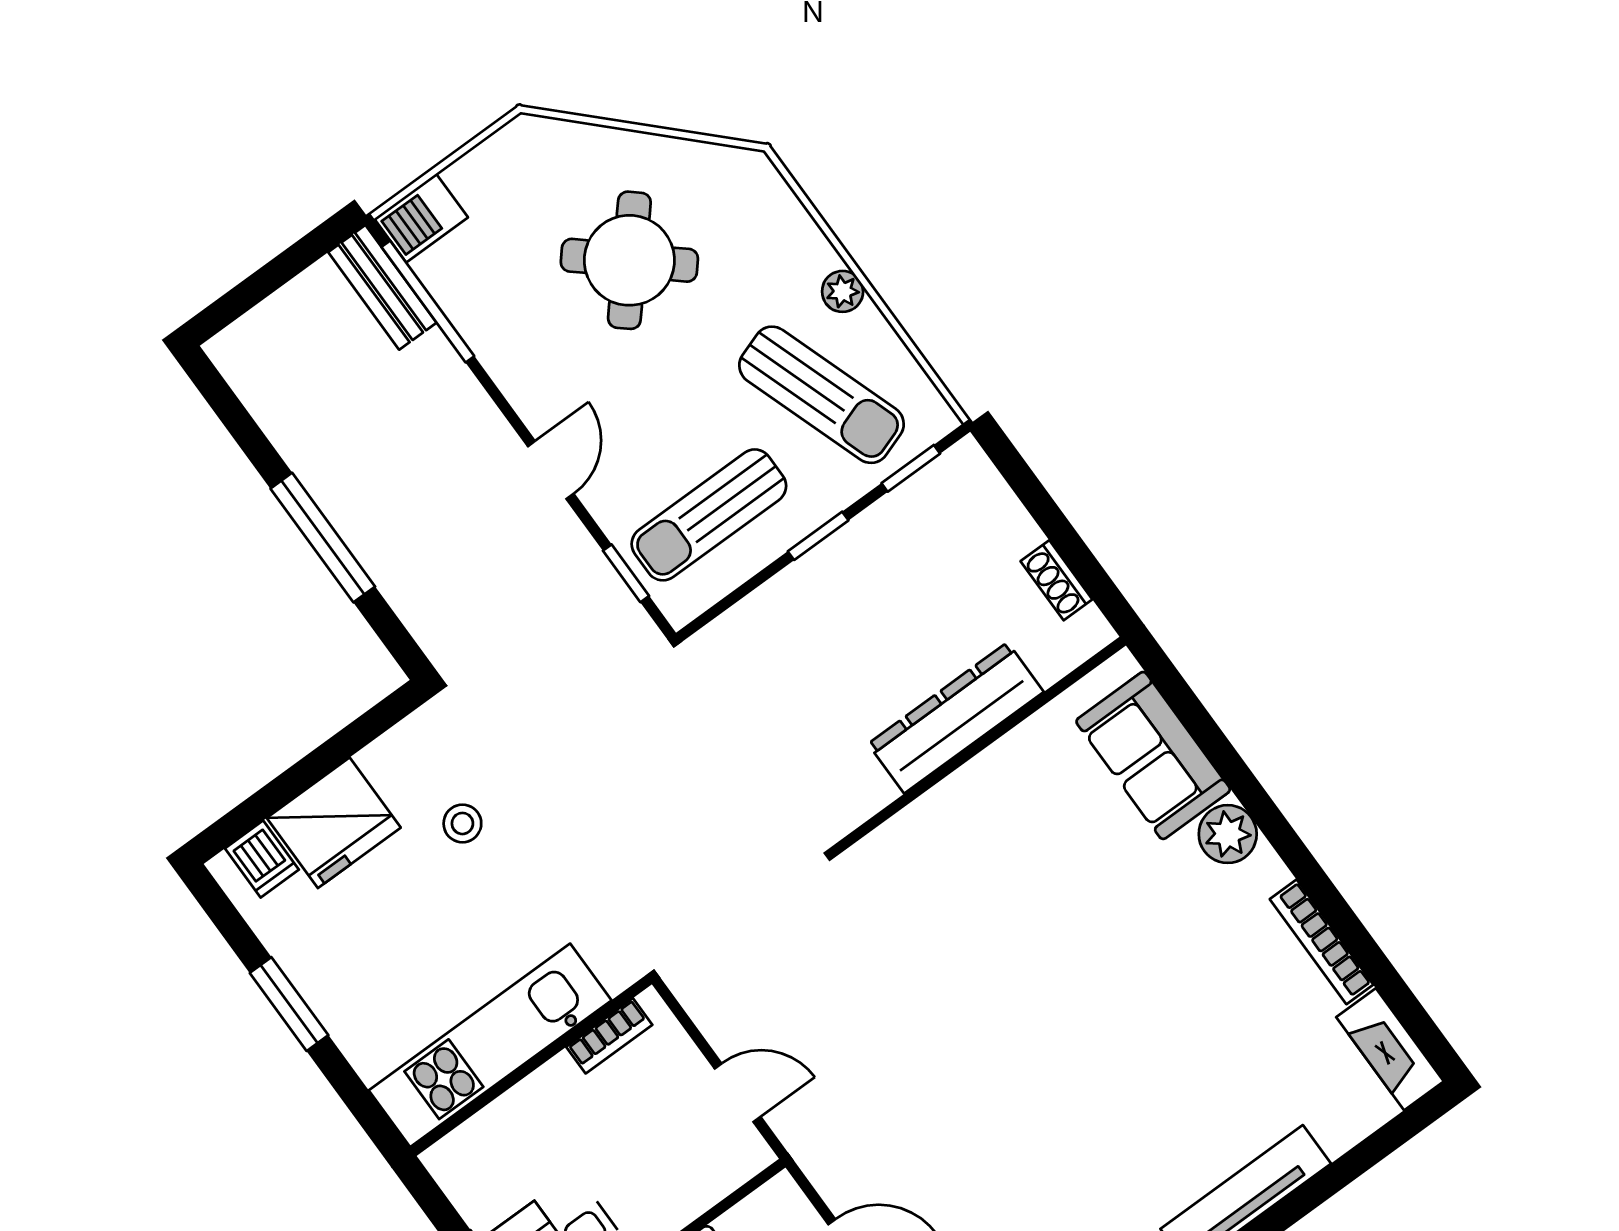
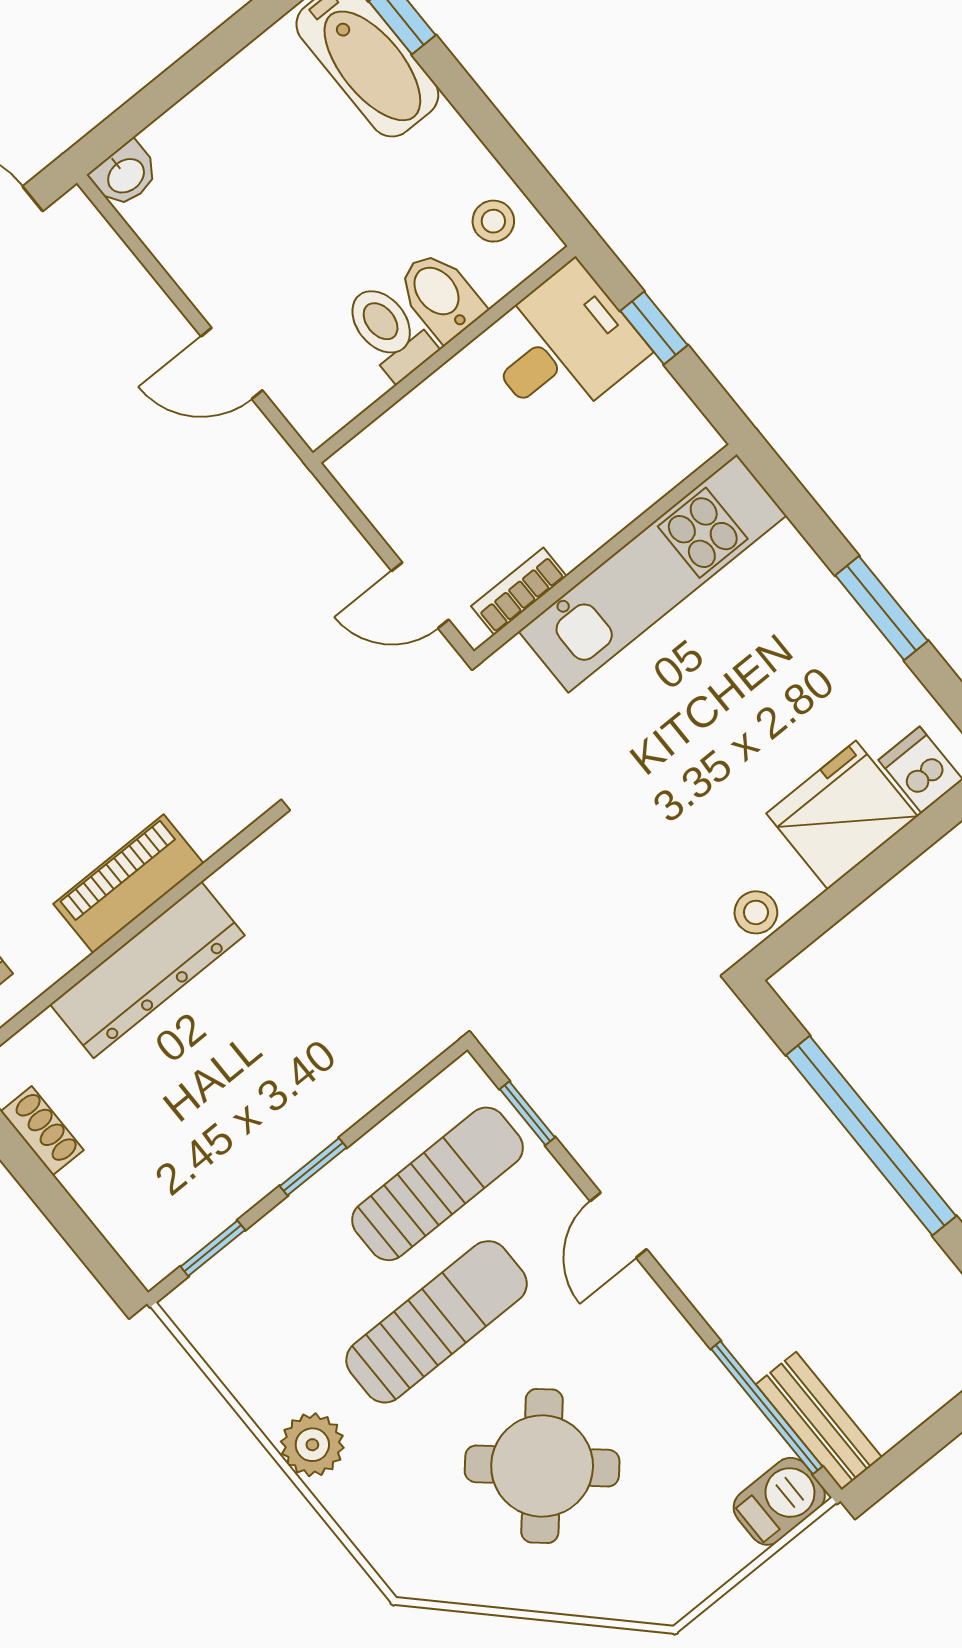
plant: (843, 291) -> (312, 1445), width x1.38, depth x1.38
sun lounger: (822, 395) -> (437, 1322), moved, turned 109
window: (323, 538) -> (871, 1136), width x1.46
piano: (968, 795) -> (129, 884), added
stool: (462, 823) -> (756, 912), moved
door: (738, 1093) -> (420, 595), moved

